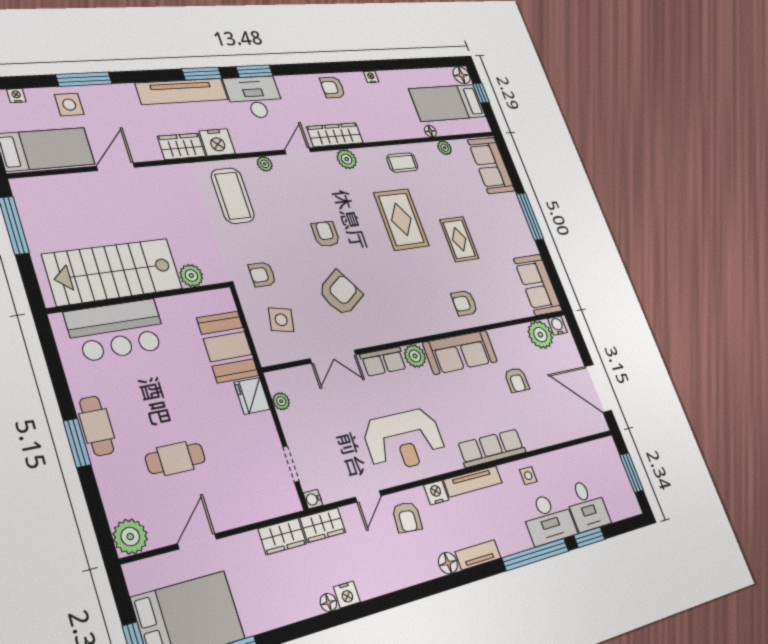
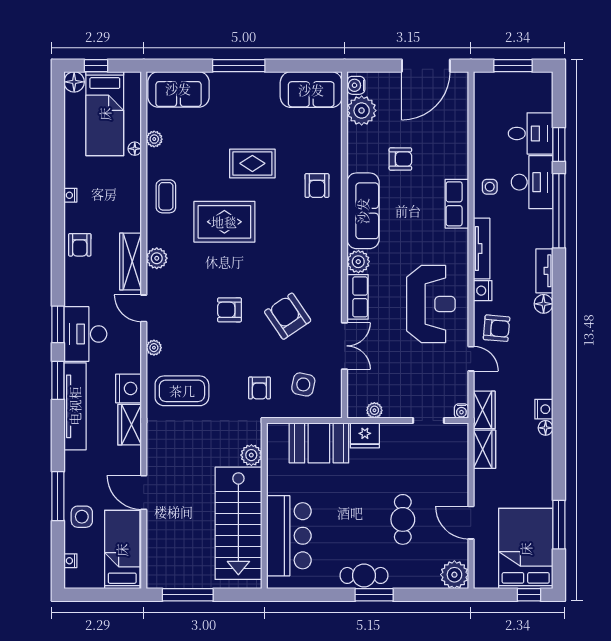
row of seats: (492, 448) -> (457, 204), width x0.68

